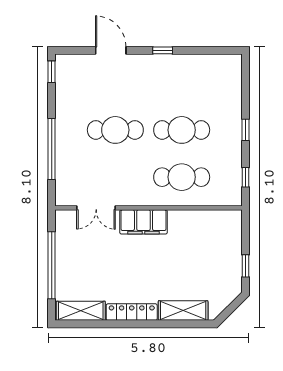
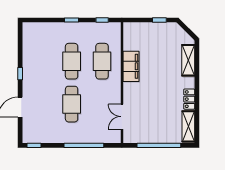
double door: (96, 208) -> (122, 117), swing flipped
filing cabinet: (143, 222) -> (131, 66), moved
locker: (132, 312) -> (189, 99), width x0.66

